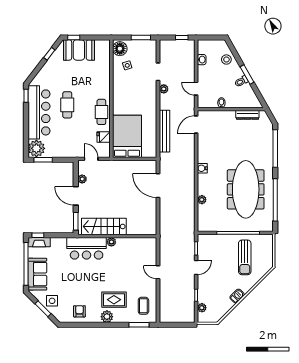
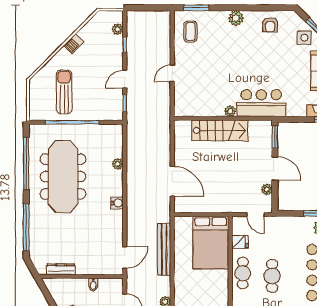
cafe table: (67, 105) -> (272, 276), moved
stairs: (104, 226) -> (220, 130), moved
door: (158, 272) -> (172, 73), swing flipped
rug: (114, 300) -> (227, 39), removed

